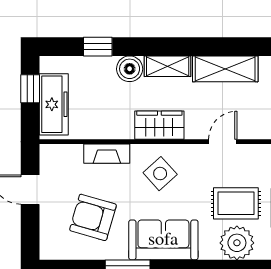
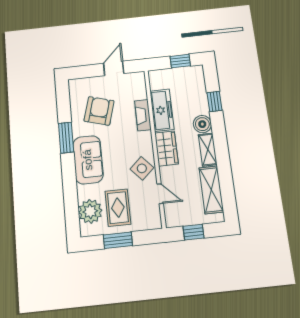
freezer: (54, 104) -> (162, 110), moved, turned -90
side table: (160, 174) -> (142, 168), moved

